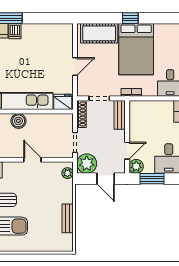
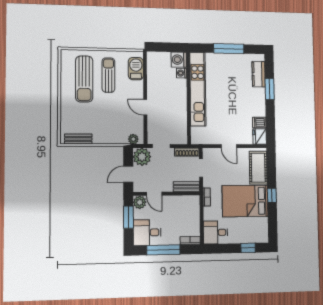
dishwasher: (15, 31) -> (259, 122), moved
fridge: (63, 102) -> (260, 136), moved, turned 180
boiler: (18, 121) -> (180, 95), removed
door: (32, 160) -> (145, 107), swing flipped
bench: (68, 218) -> (78, 139), moved

